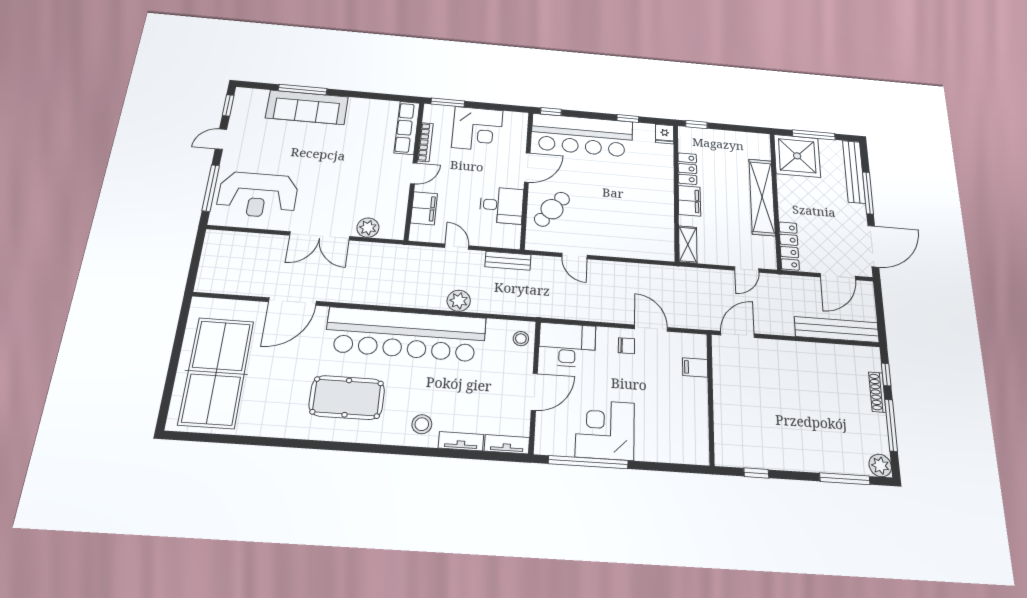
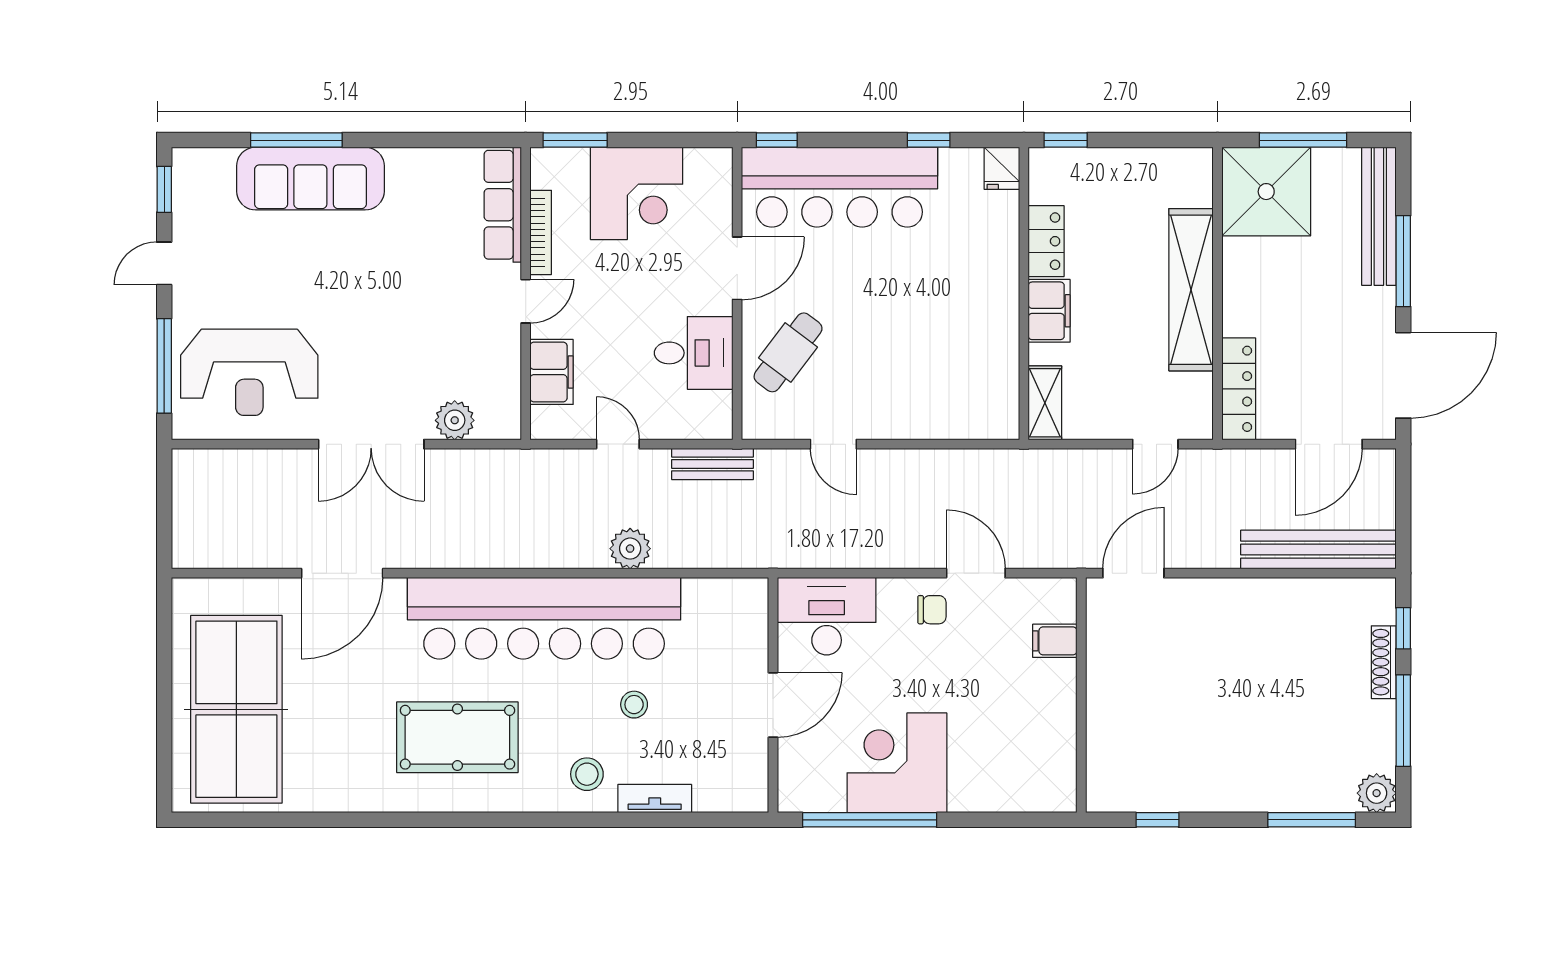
stool: (521, 339) -> (634, 705), moved
tv unit: (507, 444) -> (732, 798), removed

